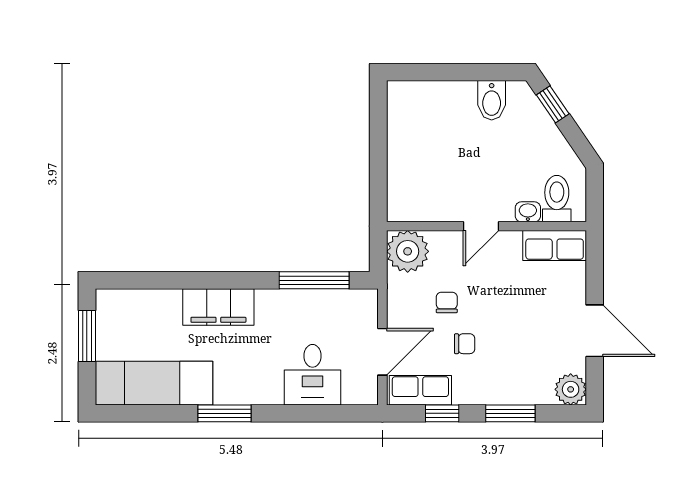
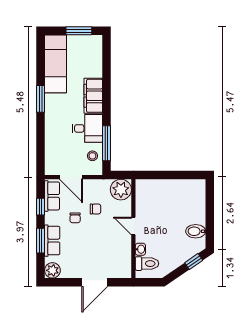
row of seats: (555, 245) -> (52, 241), moved, turned 180
stool: (340, 309) -> (92, 156), added
door: (595, 331) -> (95, 282), moved
desk: (312, 375) -> (87, 128), moved, turned 180

